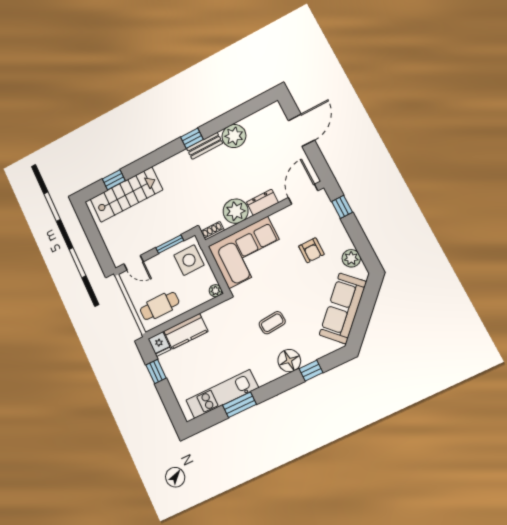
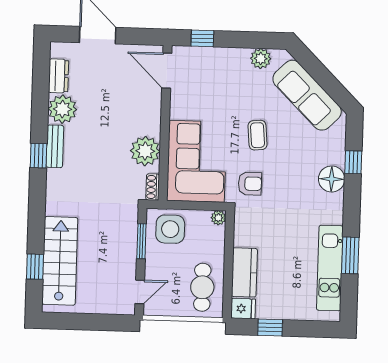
dresser: (262, 202) -> (59, 76), moved, turned 180
armchair: (311, 250) -> (250, 184), moved
coffee table: (272, 323) -> (258, 135), moved

